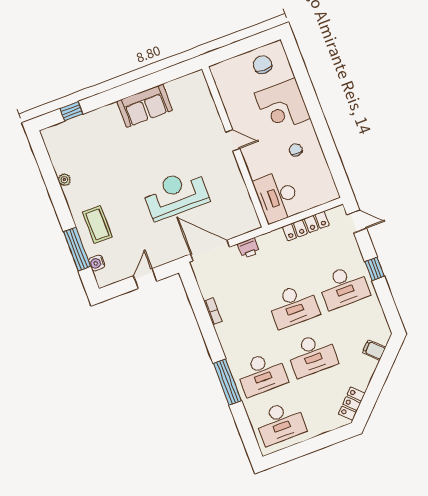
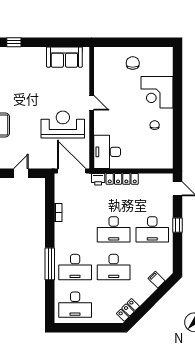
chair: (262, 65) -> (133, 63), moved
door: (233, 140) -> (92, 103), moved
wall: (235, 147) -> (92, 108), moved
desk: (277, 197) -> (107, 152), moved
locker: (306, 226) -> (122, 179), moved

